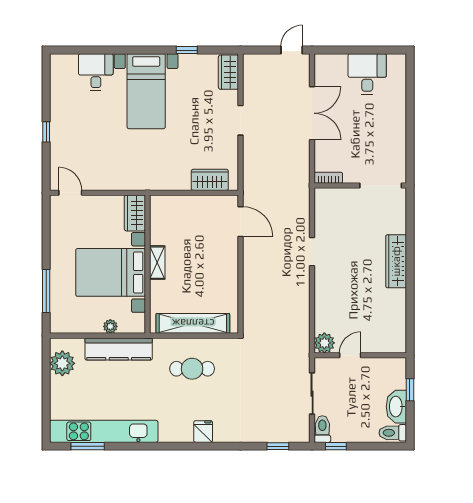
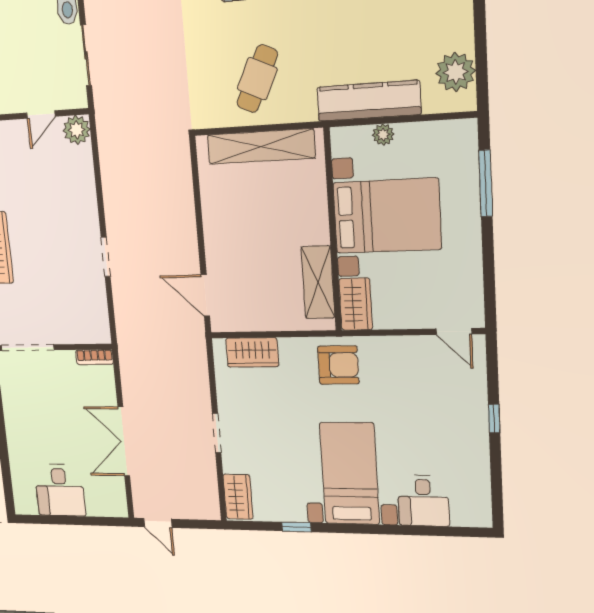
door: (292, 50) -> (158, 523), hinge flipped
armchair: (149, 170) -> (338, 365), added
shelving: (157, 263) -> (318, 282), moved, width x1.50, depth x1.33
cafe table: (192, 369) -> (257, 79), turned -65

